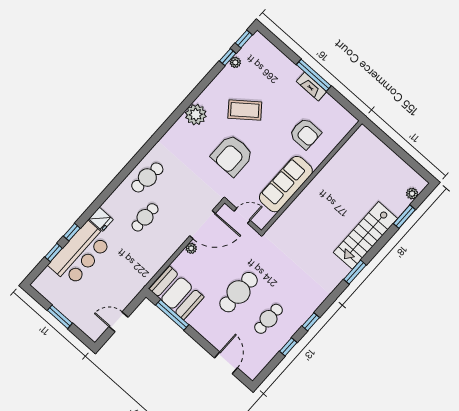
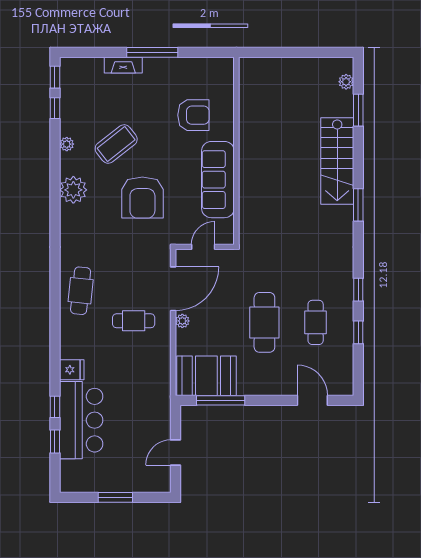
plant: (235, 62) -> (67, 144), moved
fireplace: (311, 86) -> (123, 65), moved
cafe table: (145, 217) -> (134, 321), moved, turned 90

